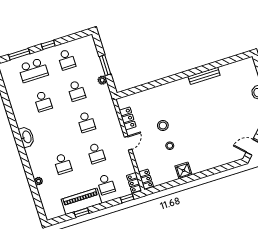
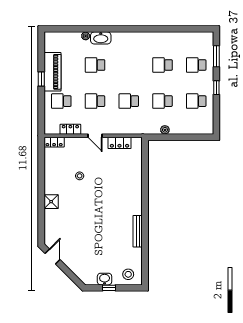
window: (105, 65) -> (179, 137), removed
school desk: (33, 70) -> (196, 65), width x0.54
stool: (163, 126) -> (128, 274), moved
washbasin: (27, 137) -> (101, 38), moved
shower: (184, 170) -> (51, 202), moved
locker: (134, 183) -> (70, 129), moved
window: (127, 198) -> (41, 118), removed
window: (82, 213) -> (41, 79), moved

